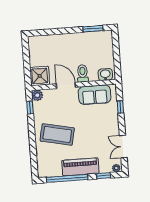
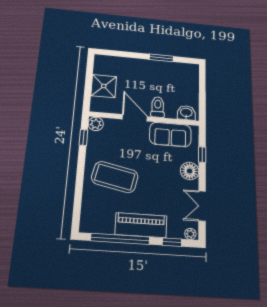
window: (93, 29) -> (161, 58), moved
shower: (40, 76) -> (104, 86), moved
floor lamp: (112, 121) -> (190, 171), added

